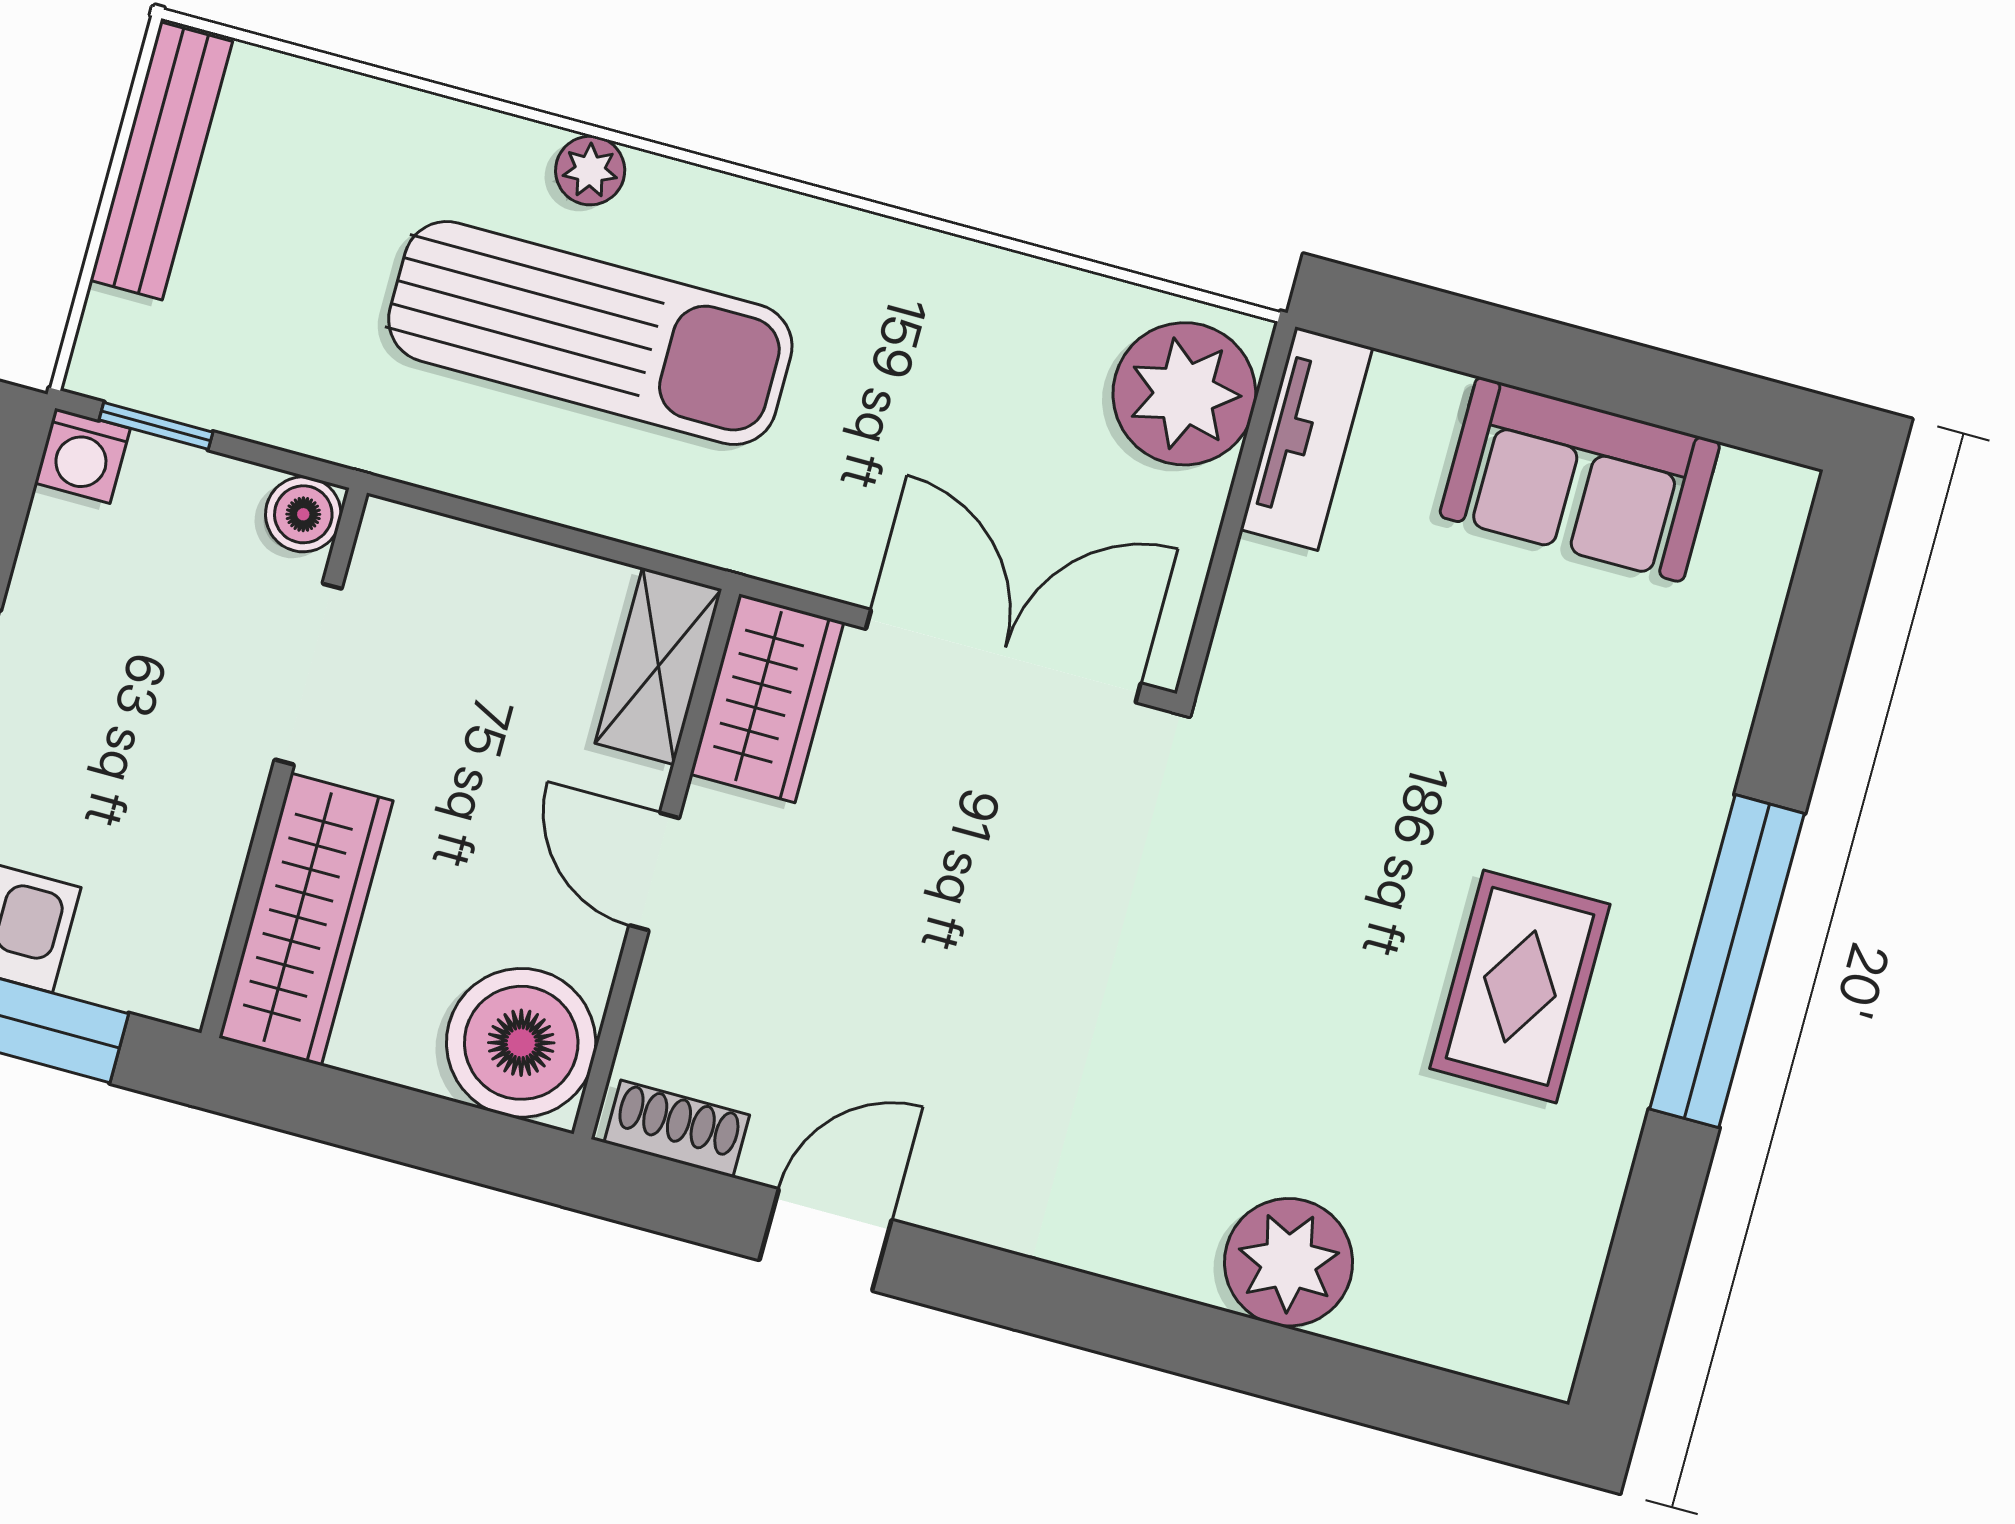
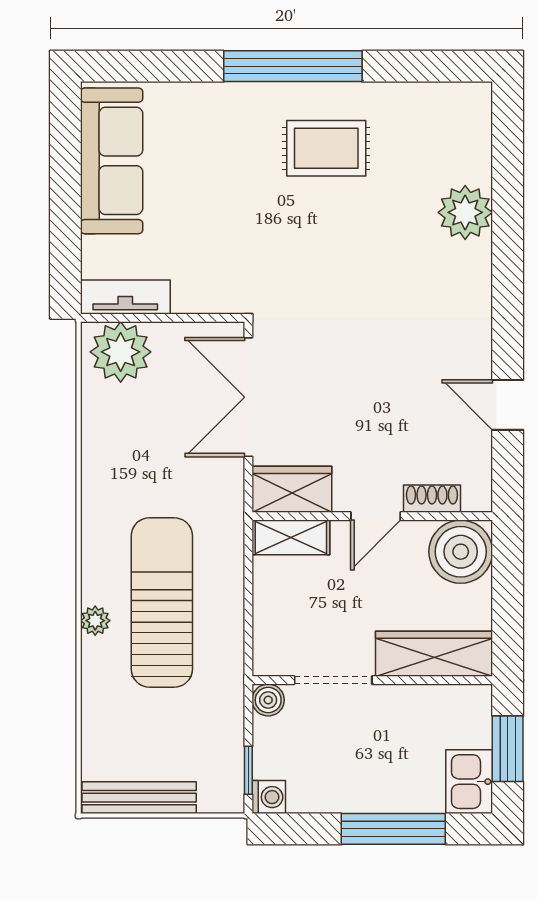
sofa: (1580, 479) -> (112, 161), width x1.36
shoe rack: (677, 1129) -> (432, 499), moved, turned 90

